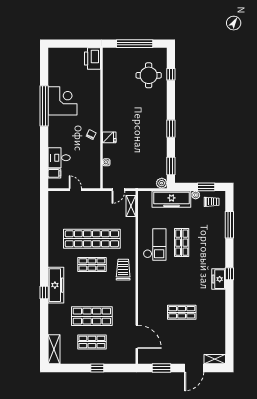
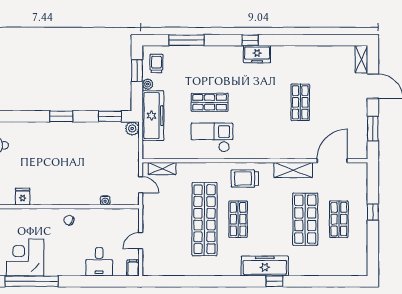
fridge: (109, 137) -> (23, 197), moved
filing cabinet: (54, 173) -> (133, 268), moved
shelving: (54, 349) -> (293, 170), moved

